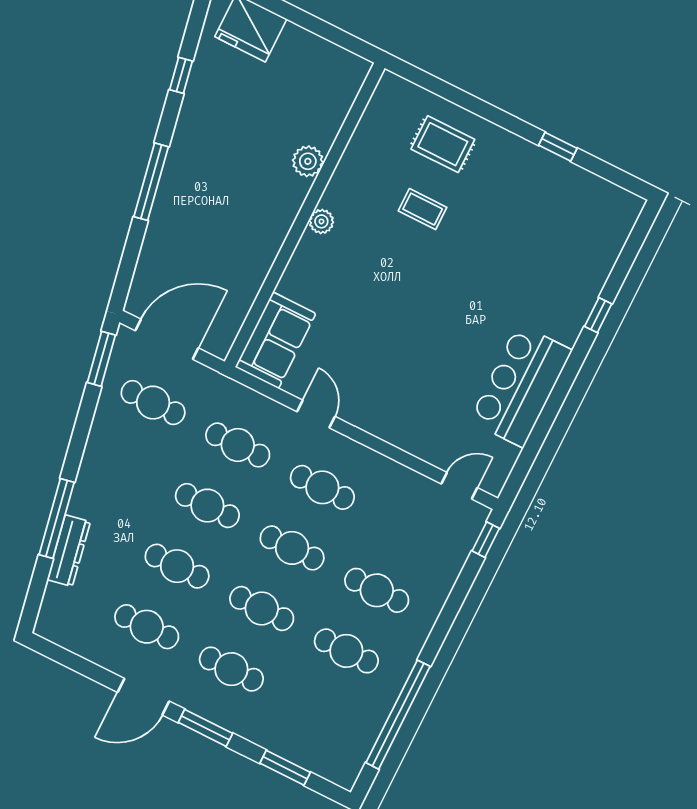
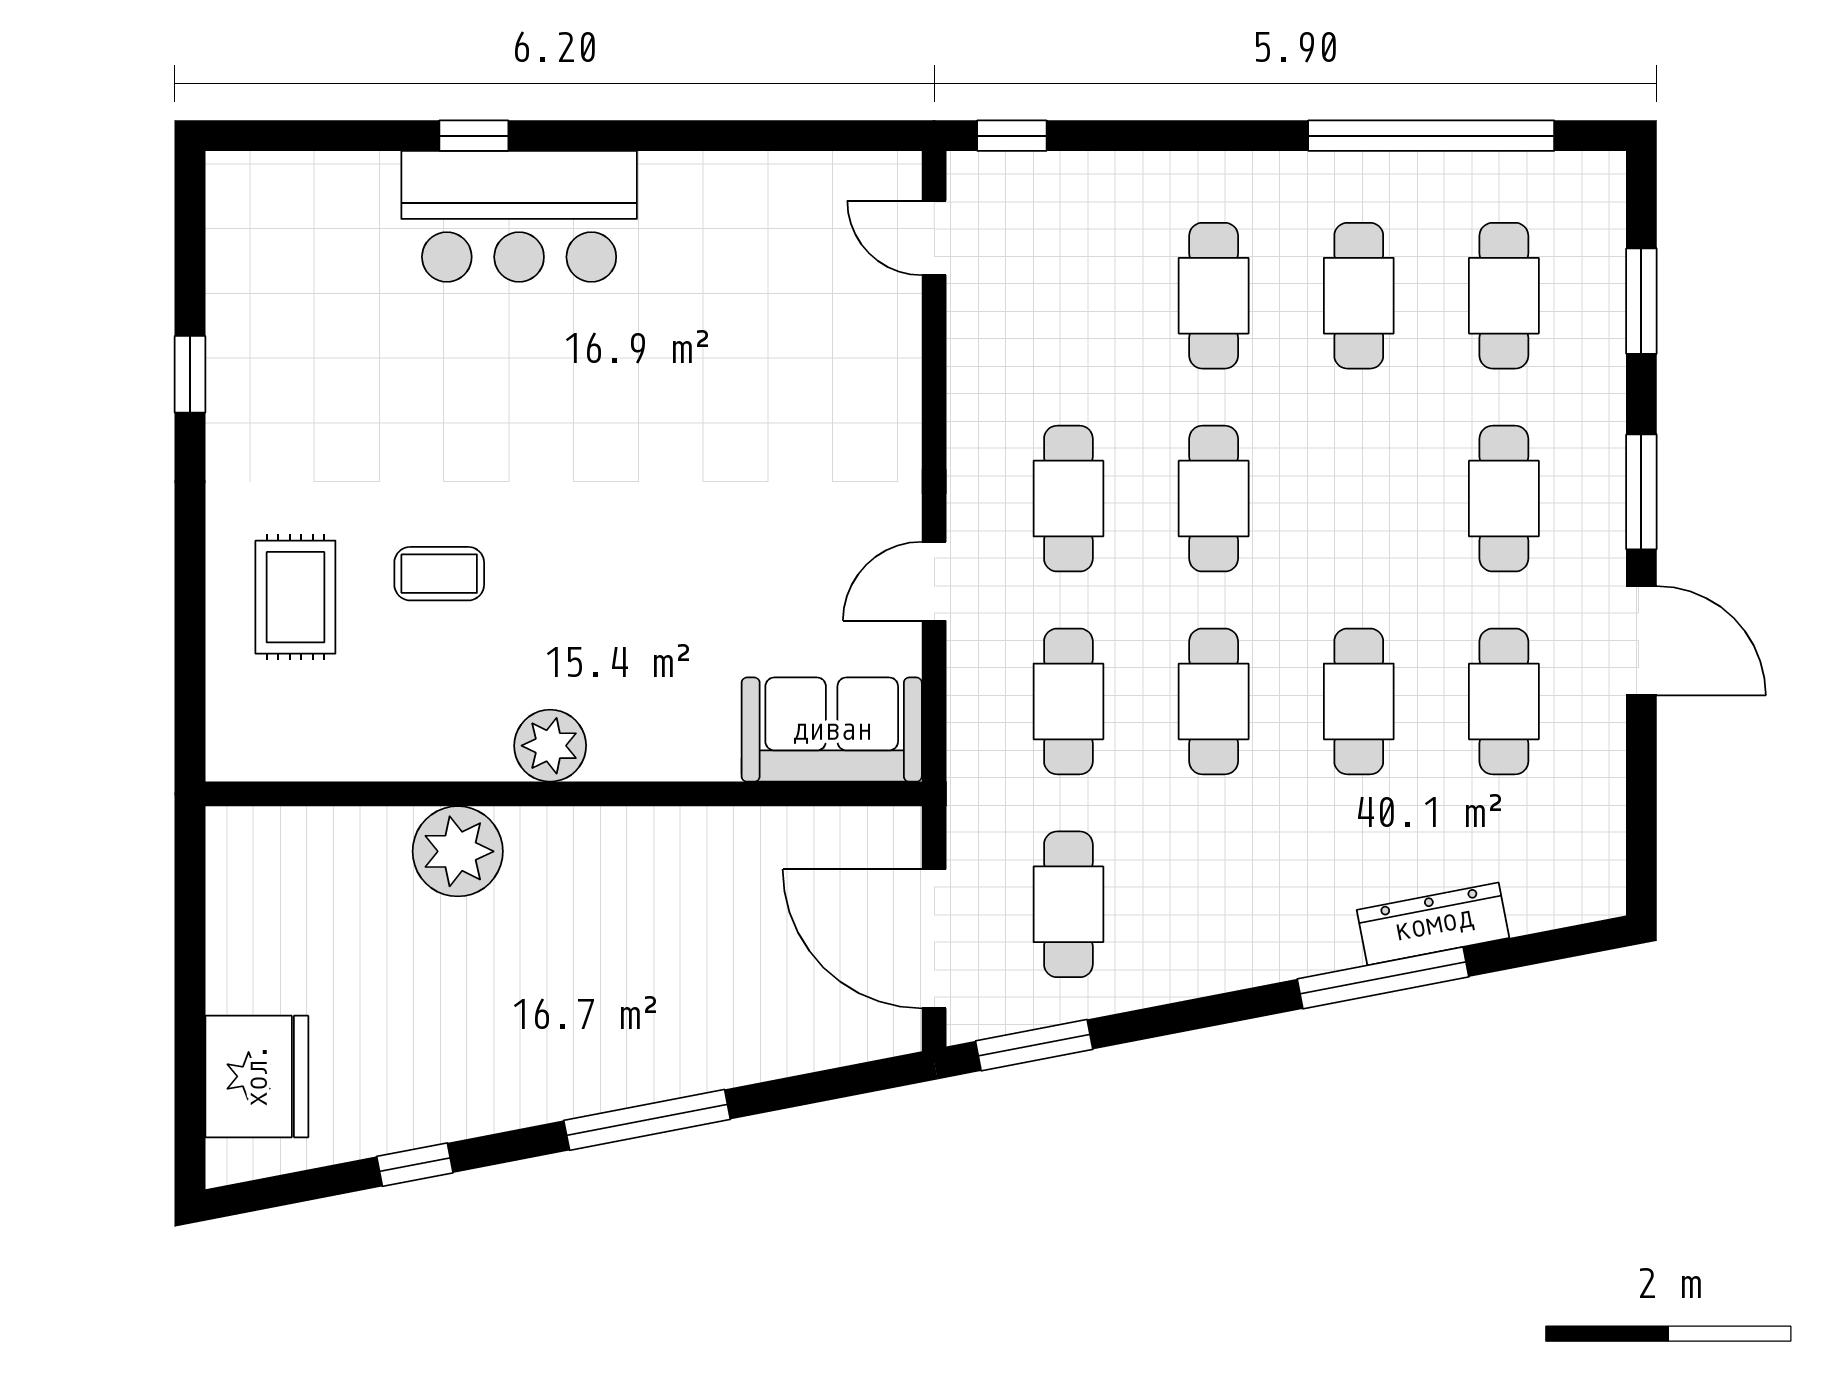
plant: (308, 161) -> (458, 851), width x1.36, depth x1.36
coffee table: (423, 209) -> (439, 574), turned 90
plant: (321, 221) -> (550, 746), width x1.38, depth x1.38
bar counter: (521, 386) -> (519, 216), moved
cafe table: (262, 609) -> (1504, 296), moved

